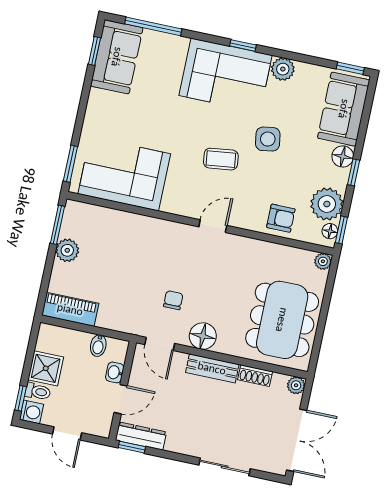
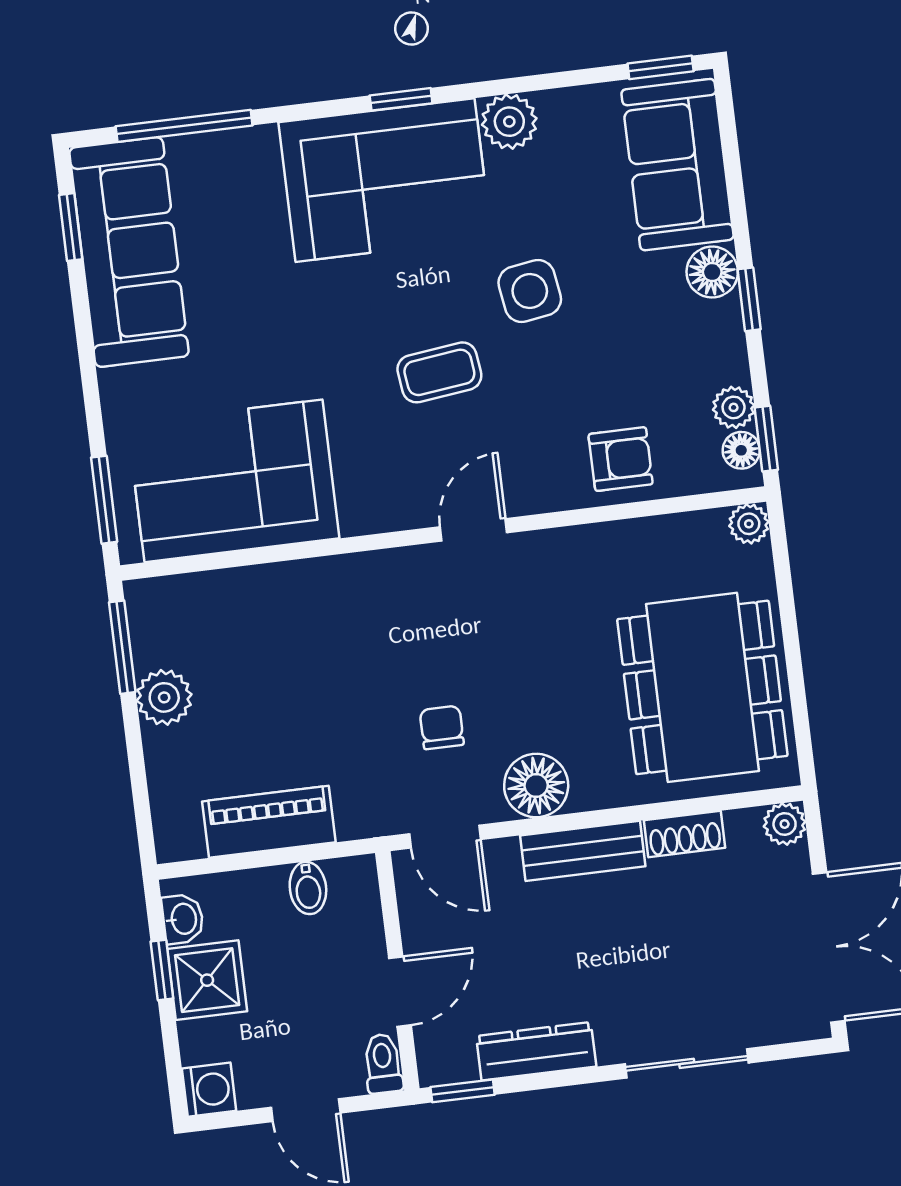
sofa: (117, 57) -> (129, 252), width x1.36
plant: (327, 204) -> (734, 407), width x0.53, depth x0.53
piano: (70, 309) -> (269, 822), moved
washbasin: (115, 372) -> (183, 919), moved, turned 180
toilet: (38, 391) -> (383, 1064), moved, turned -90
window: (21, 398) -> (162, 970), moved
dresser: (141, 436) -> (536, 1051), moved

